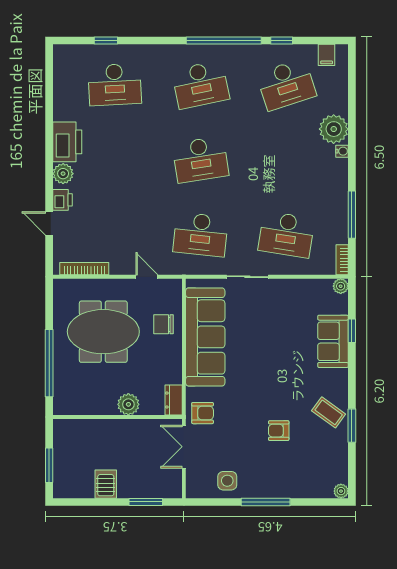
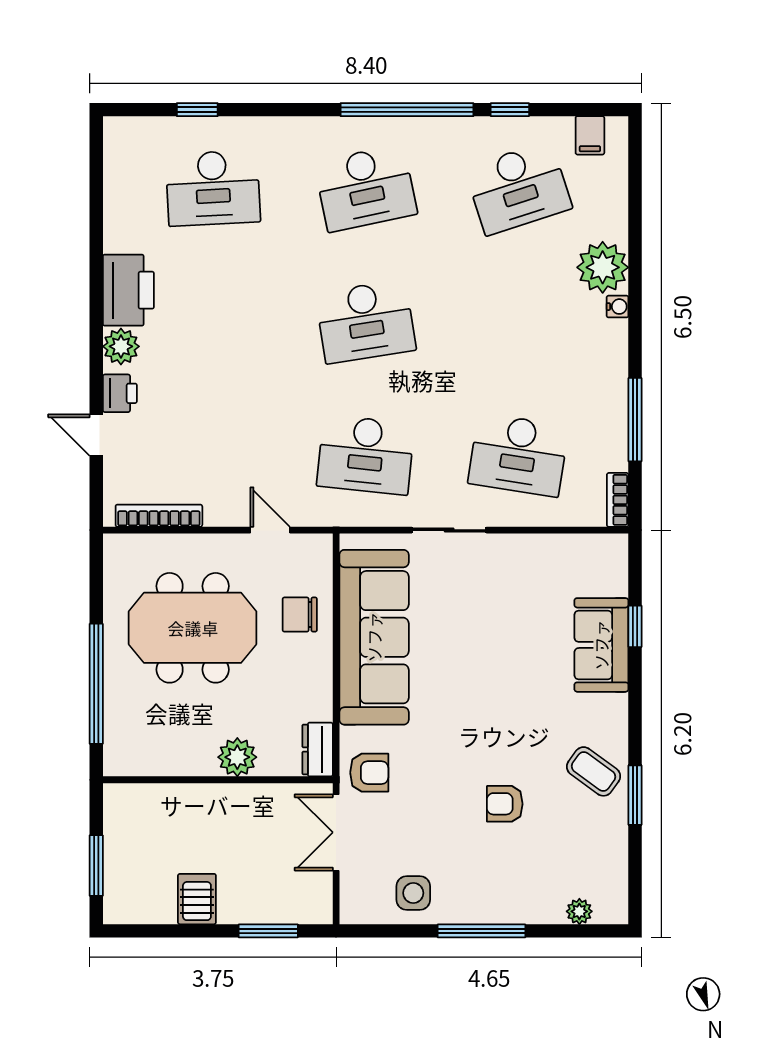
plant: (341, 286) -> (615, 547), removed
plant: (341, 491) -> (579, 911), moved

